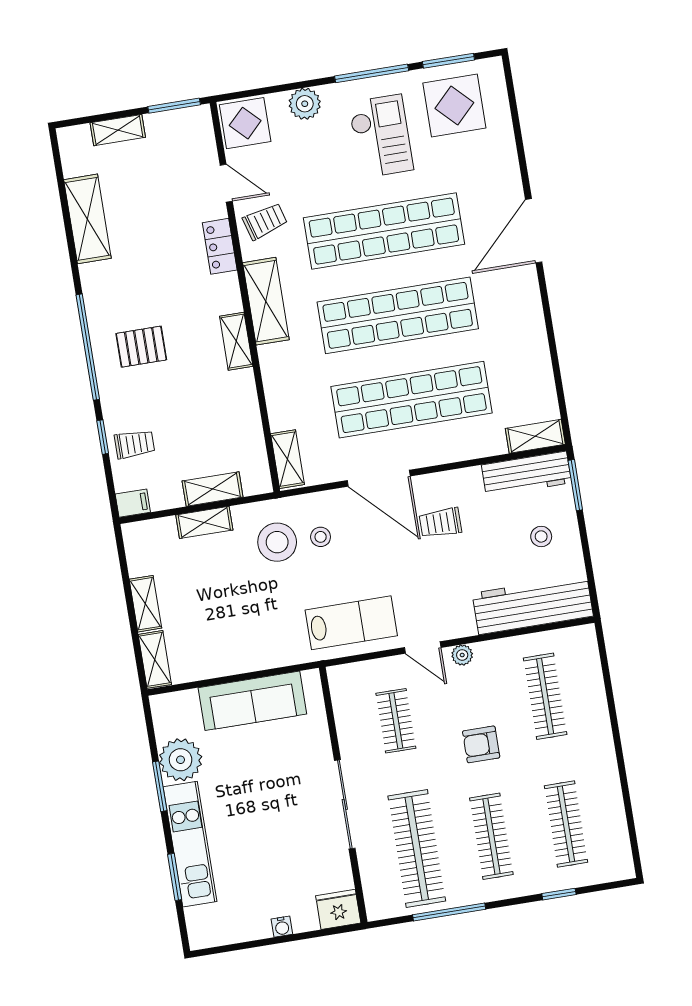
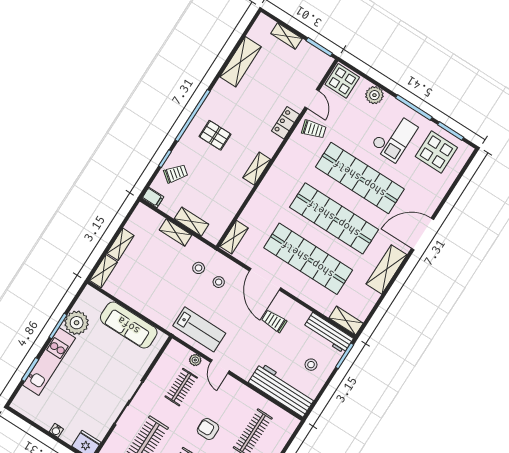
shelving: (266, 301) -> (387, 269), moved
trolley: (134, 444) -> (176, 174), turned -52
stool: (277, 542) -> (199, 268), width x0.53, depth x0.53
plant: (462, 655) -> (195, 360), moved

